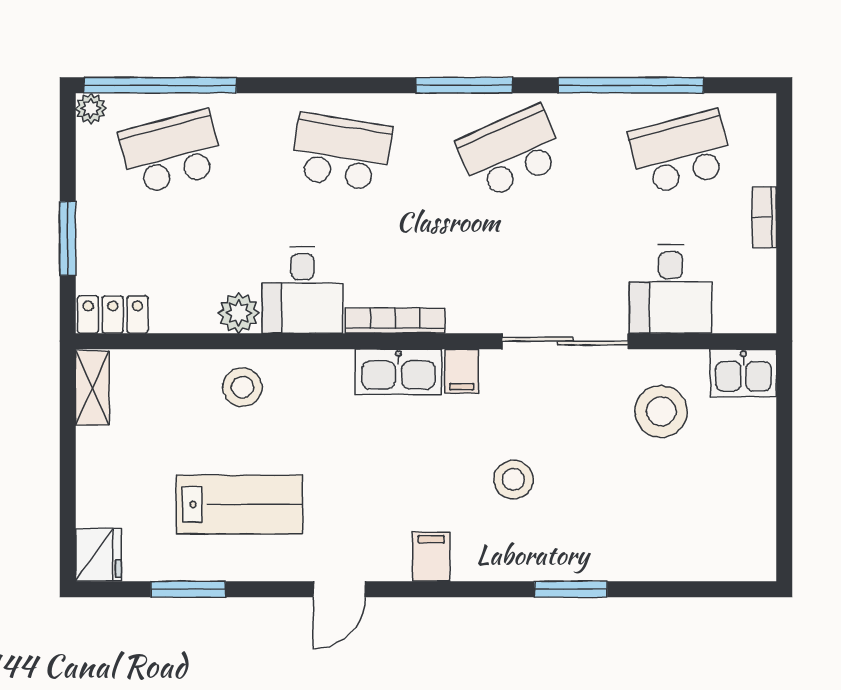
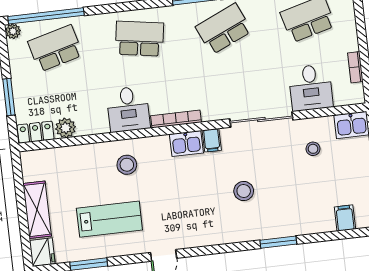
bookcase: (764, 217) -> (355, 67), moved
plant: (239, 313) -> (66, 128), moved
kitchen sink: (398, 372) -> (186, 144), width x0.73
stool: (242, 387) -> (127, 165), moved
shelving: (92, 388) -> (37, 210), moved, width x1.50, depth x1.33
stool: (661, 411) -> (313, 149), width x0.53, depth x0.53
filing cabinet: (431, 557) -> (345, 218), moved

